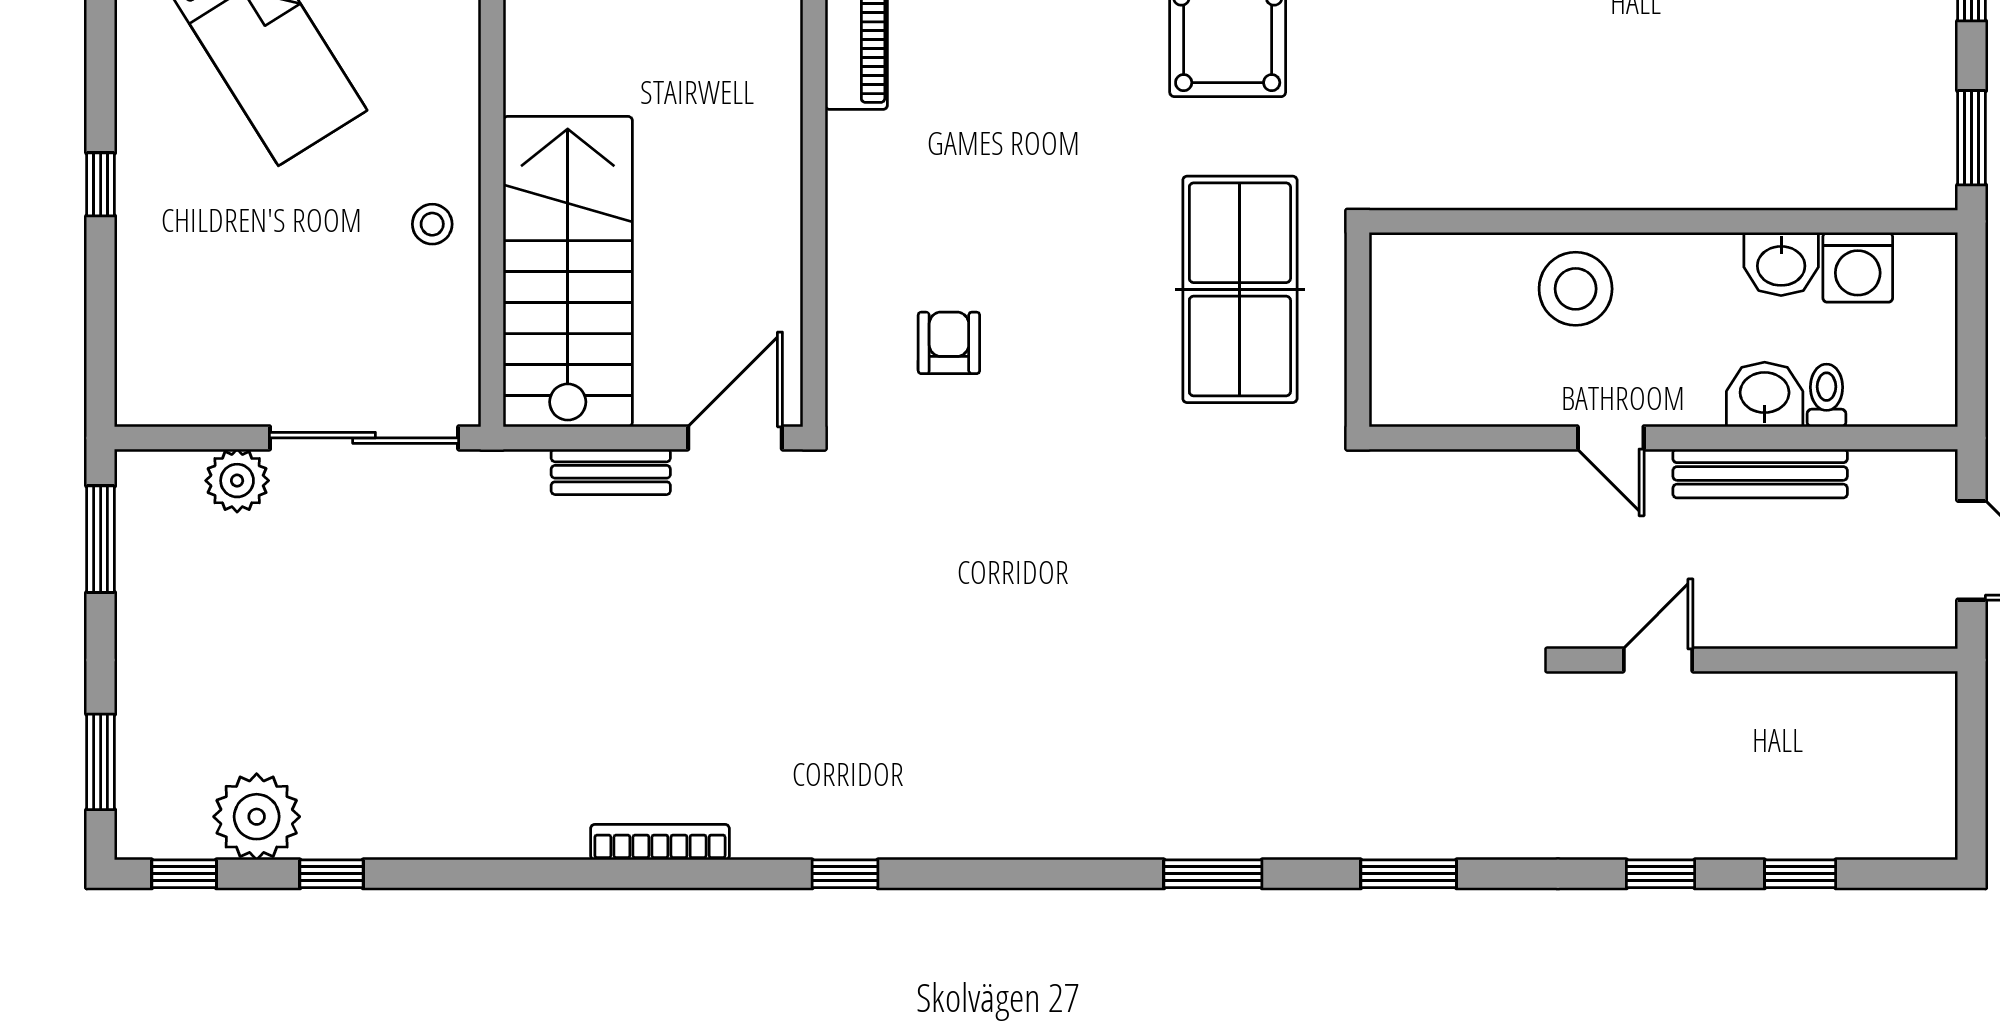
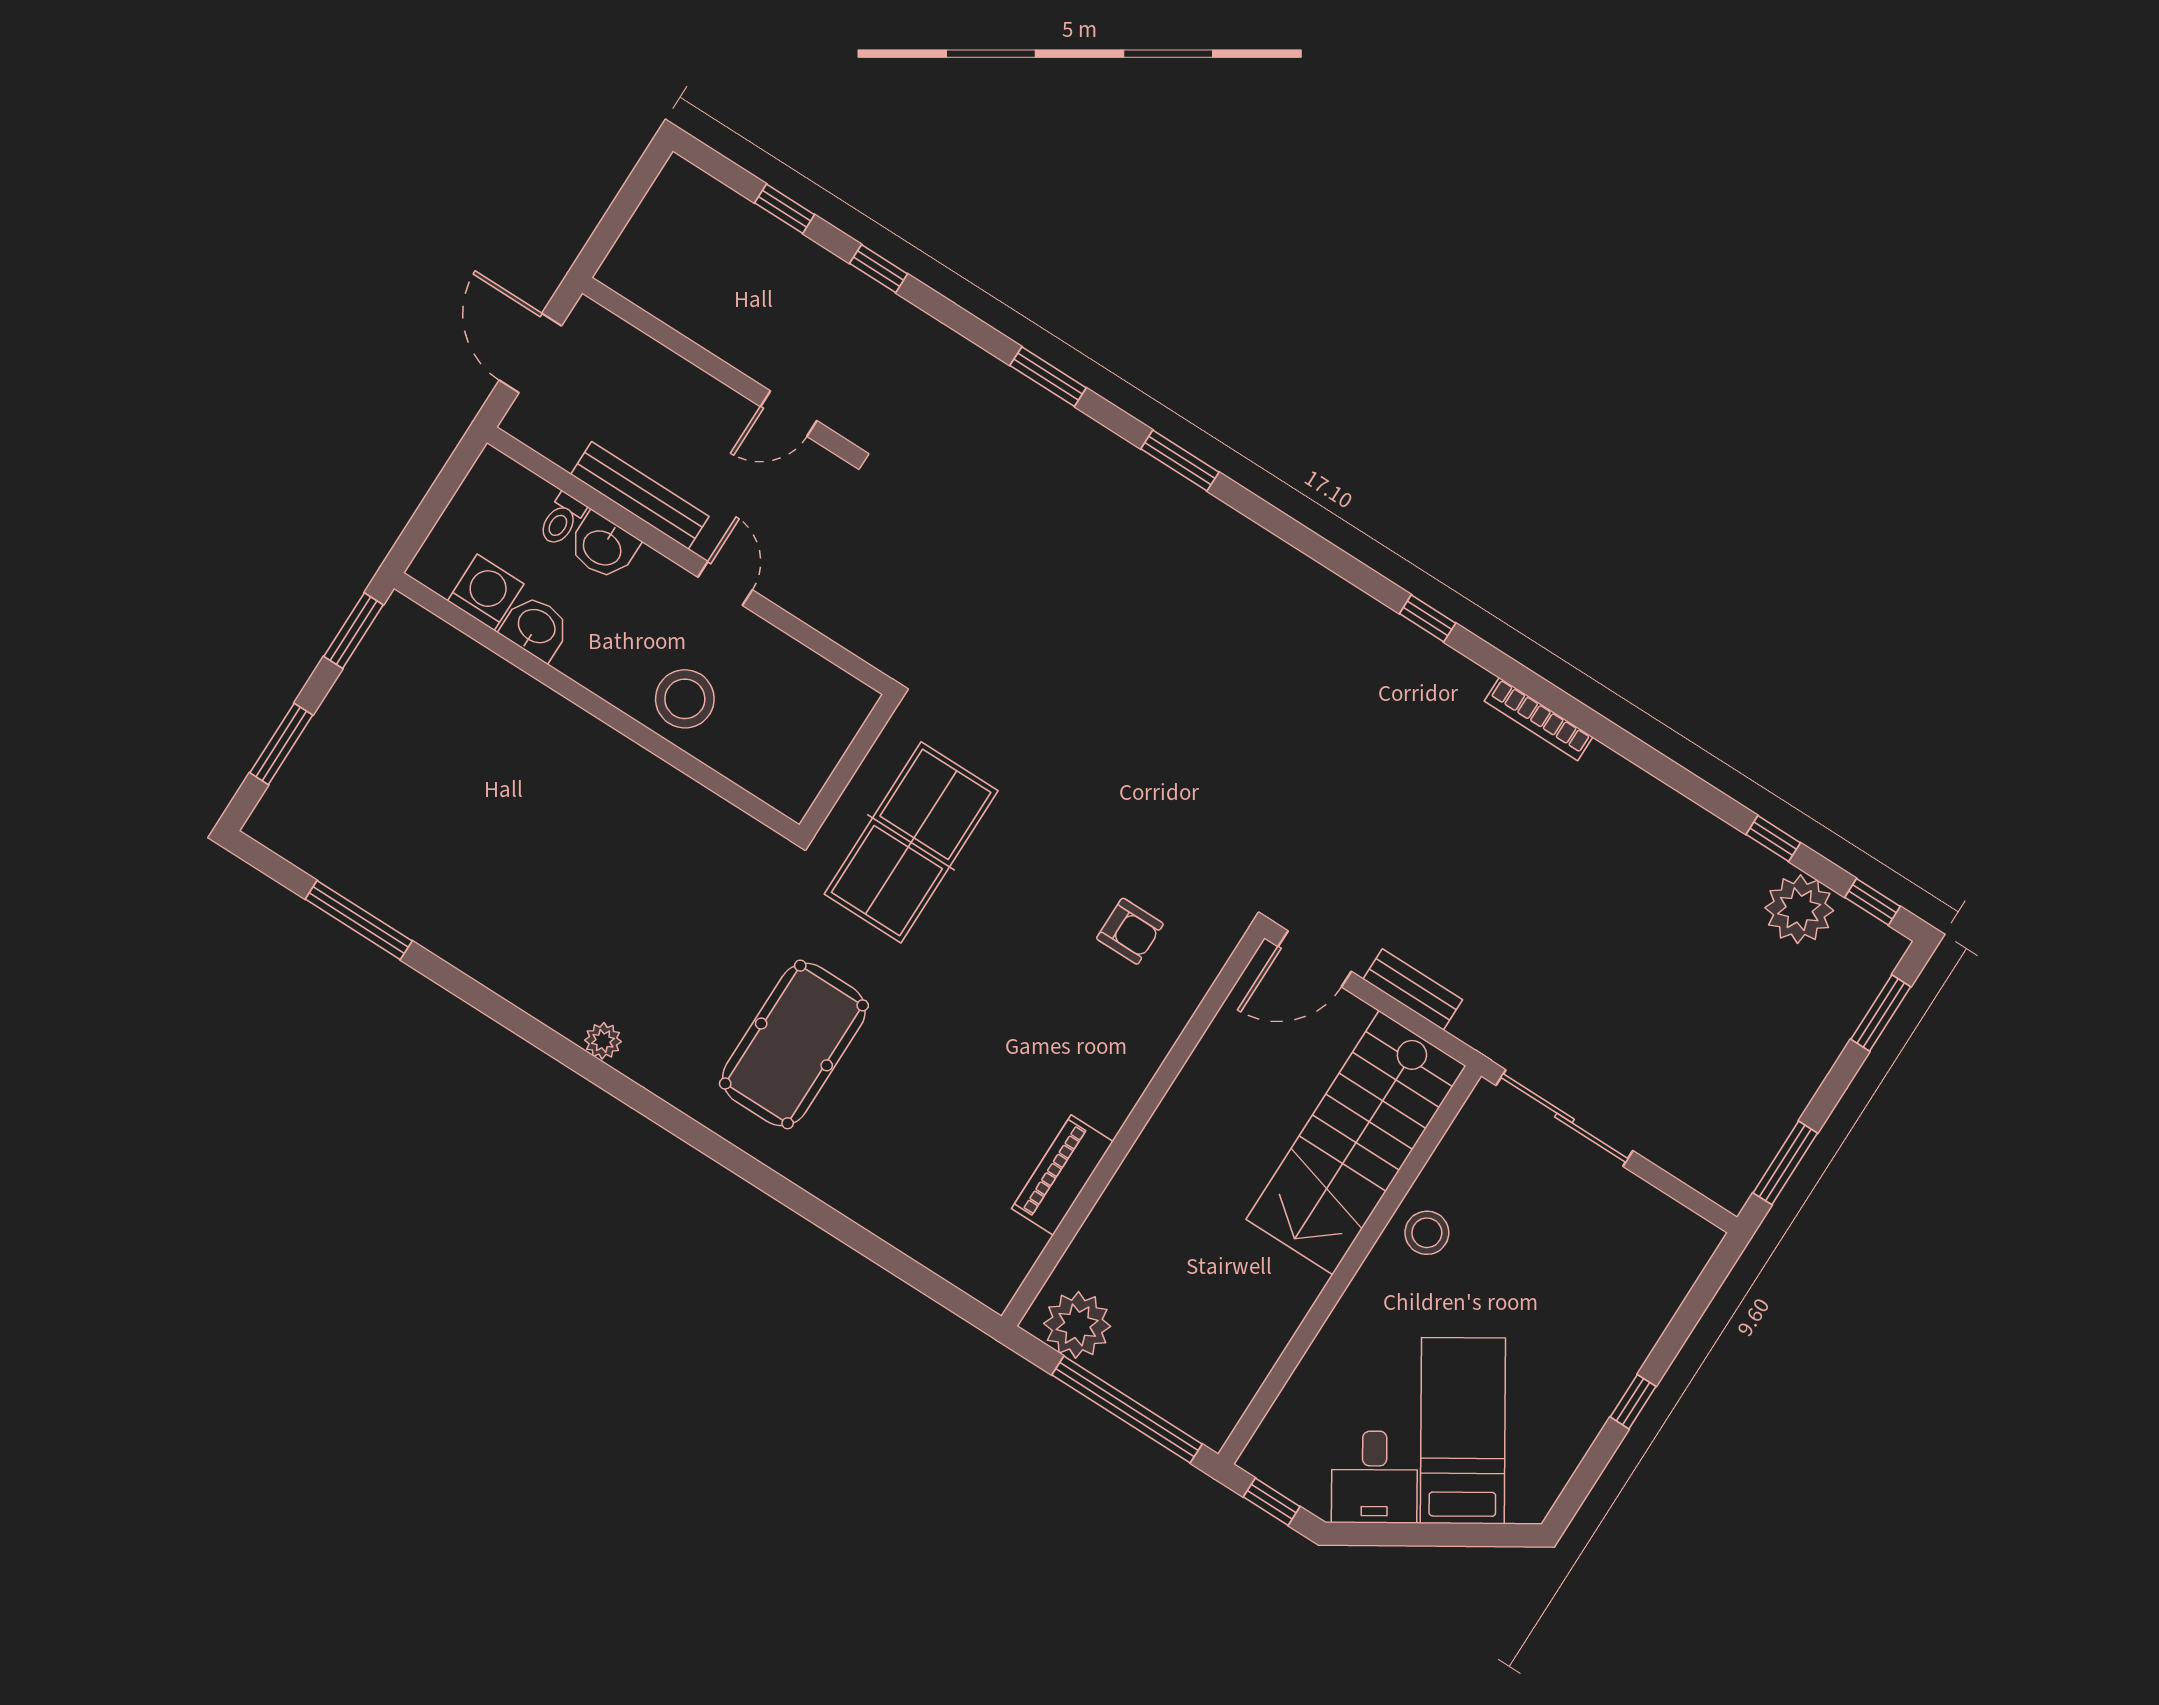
stool: (432, 224) -> (1427, 1233), width x1.37, depth x1.37
armchair: (949, 343) -> (1130, 931), turned -90
plant: (237, 481) -> (1668, 1144), removed

